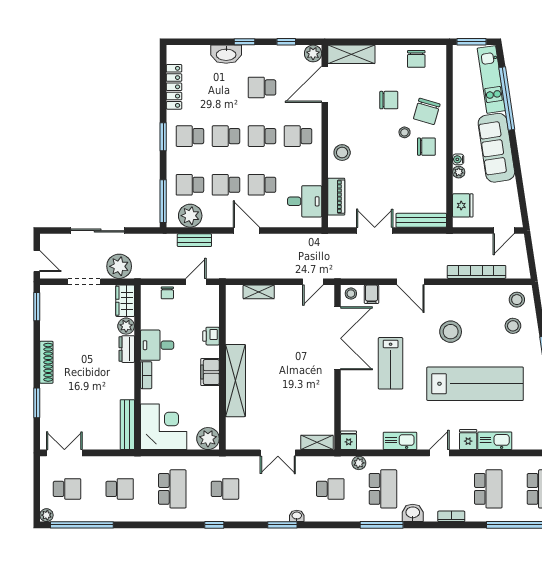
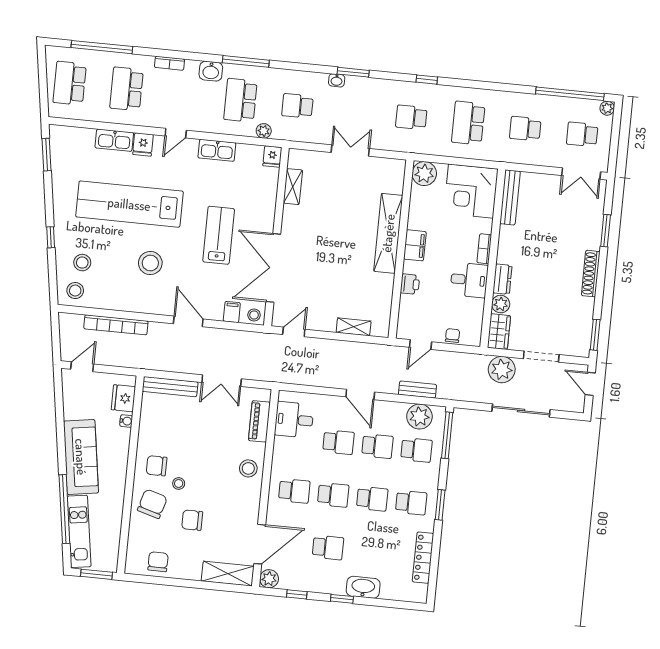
water cooler: (458, 159) -> (126, 421), moved
plant: (459, 172) -> (124, 435), removed
shelving: (317, 442) -> (293, 187), moved, turned 90

